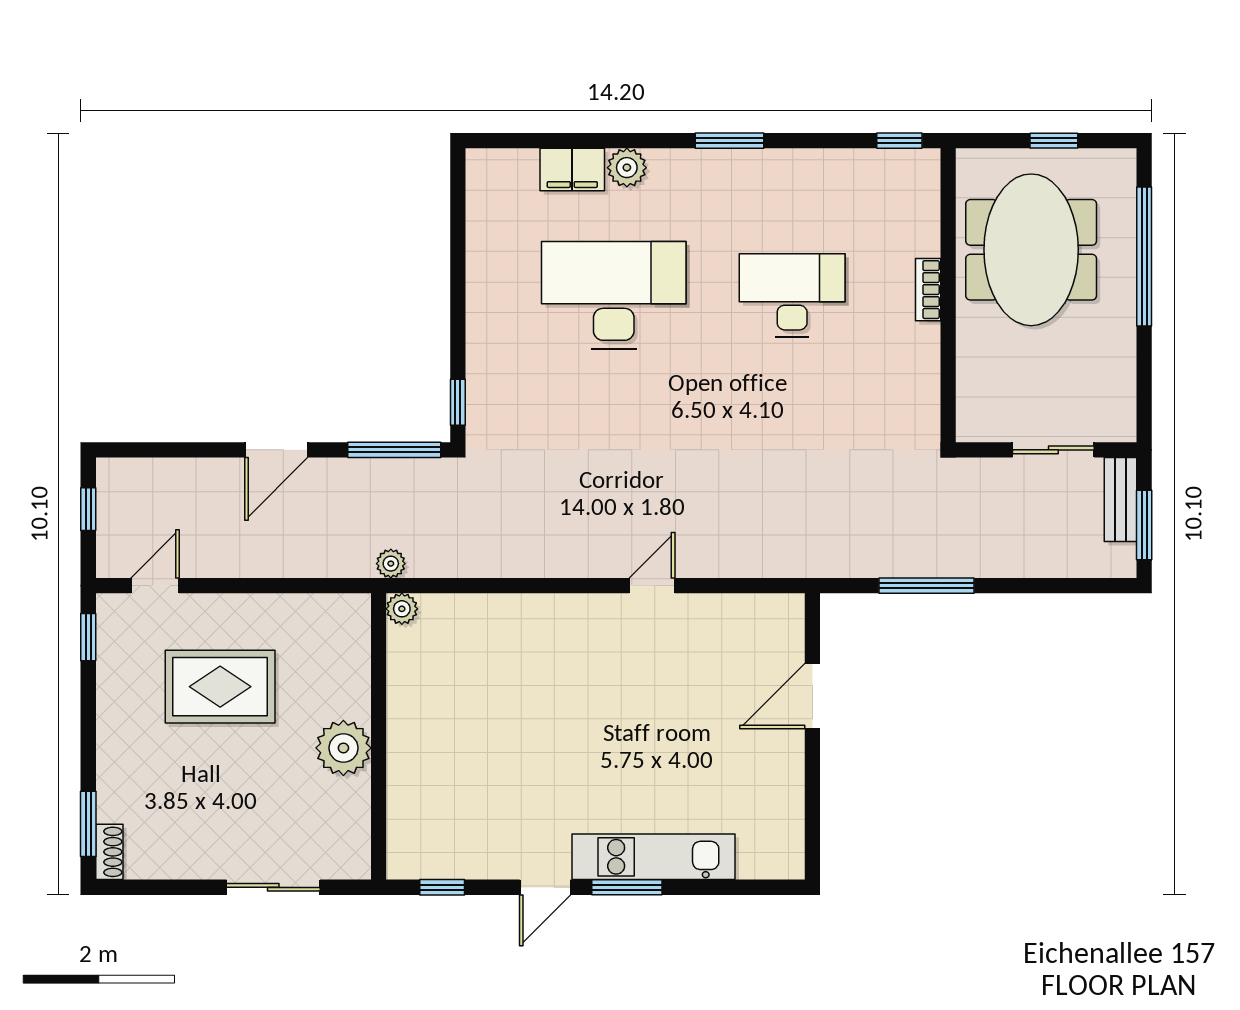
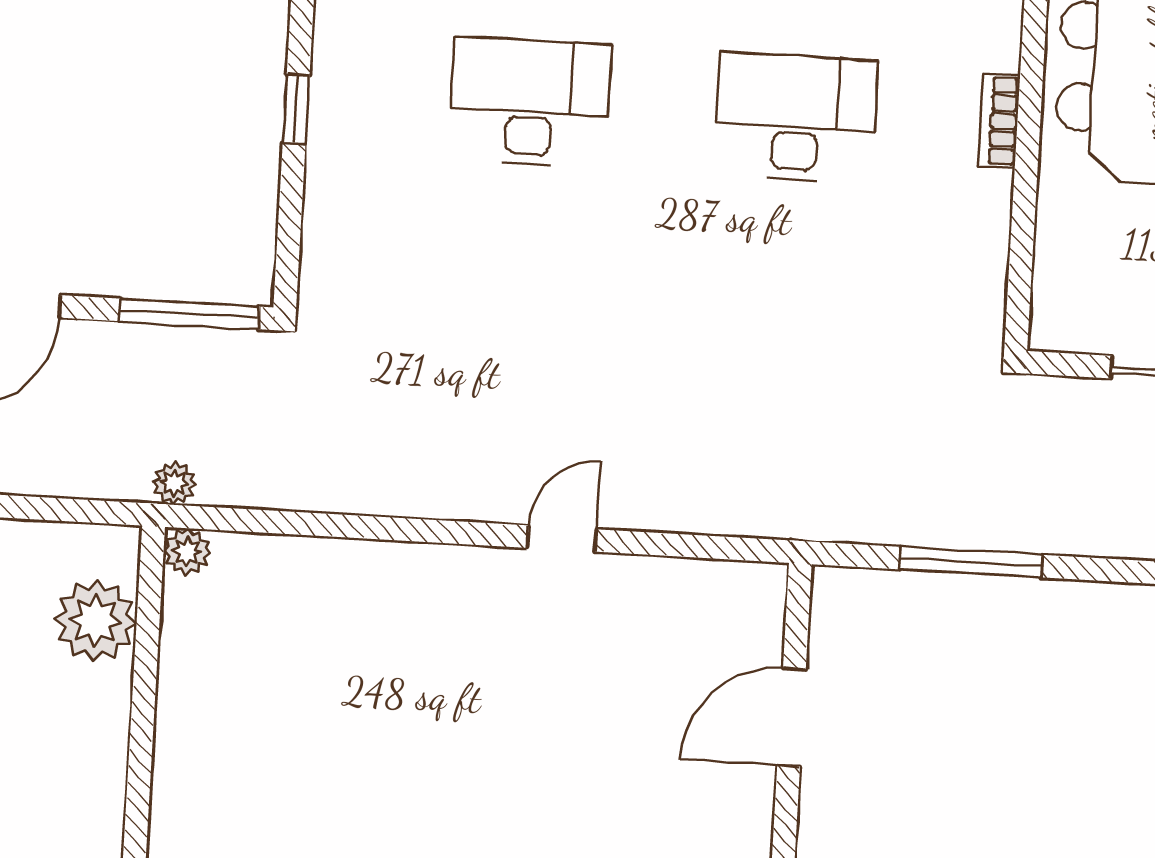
desk: (614, 295) -> (530, 102), width x0.73, depth x0.77
window: (458, 402) -> (296, 109), moved
plant: (343, 748) -> (96, 621), moved

